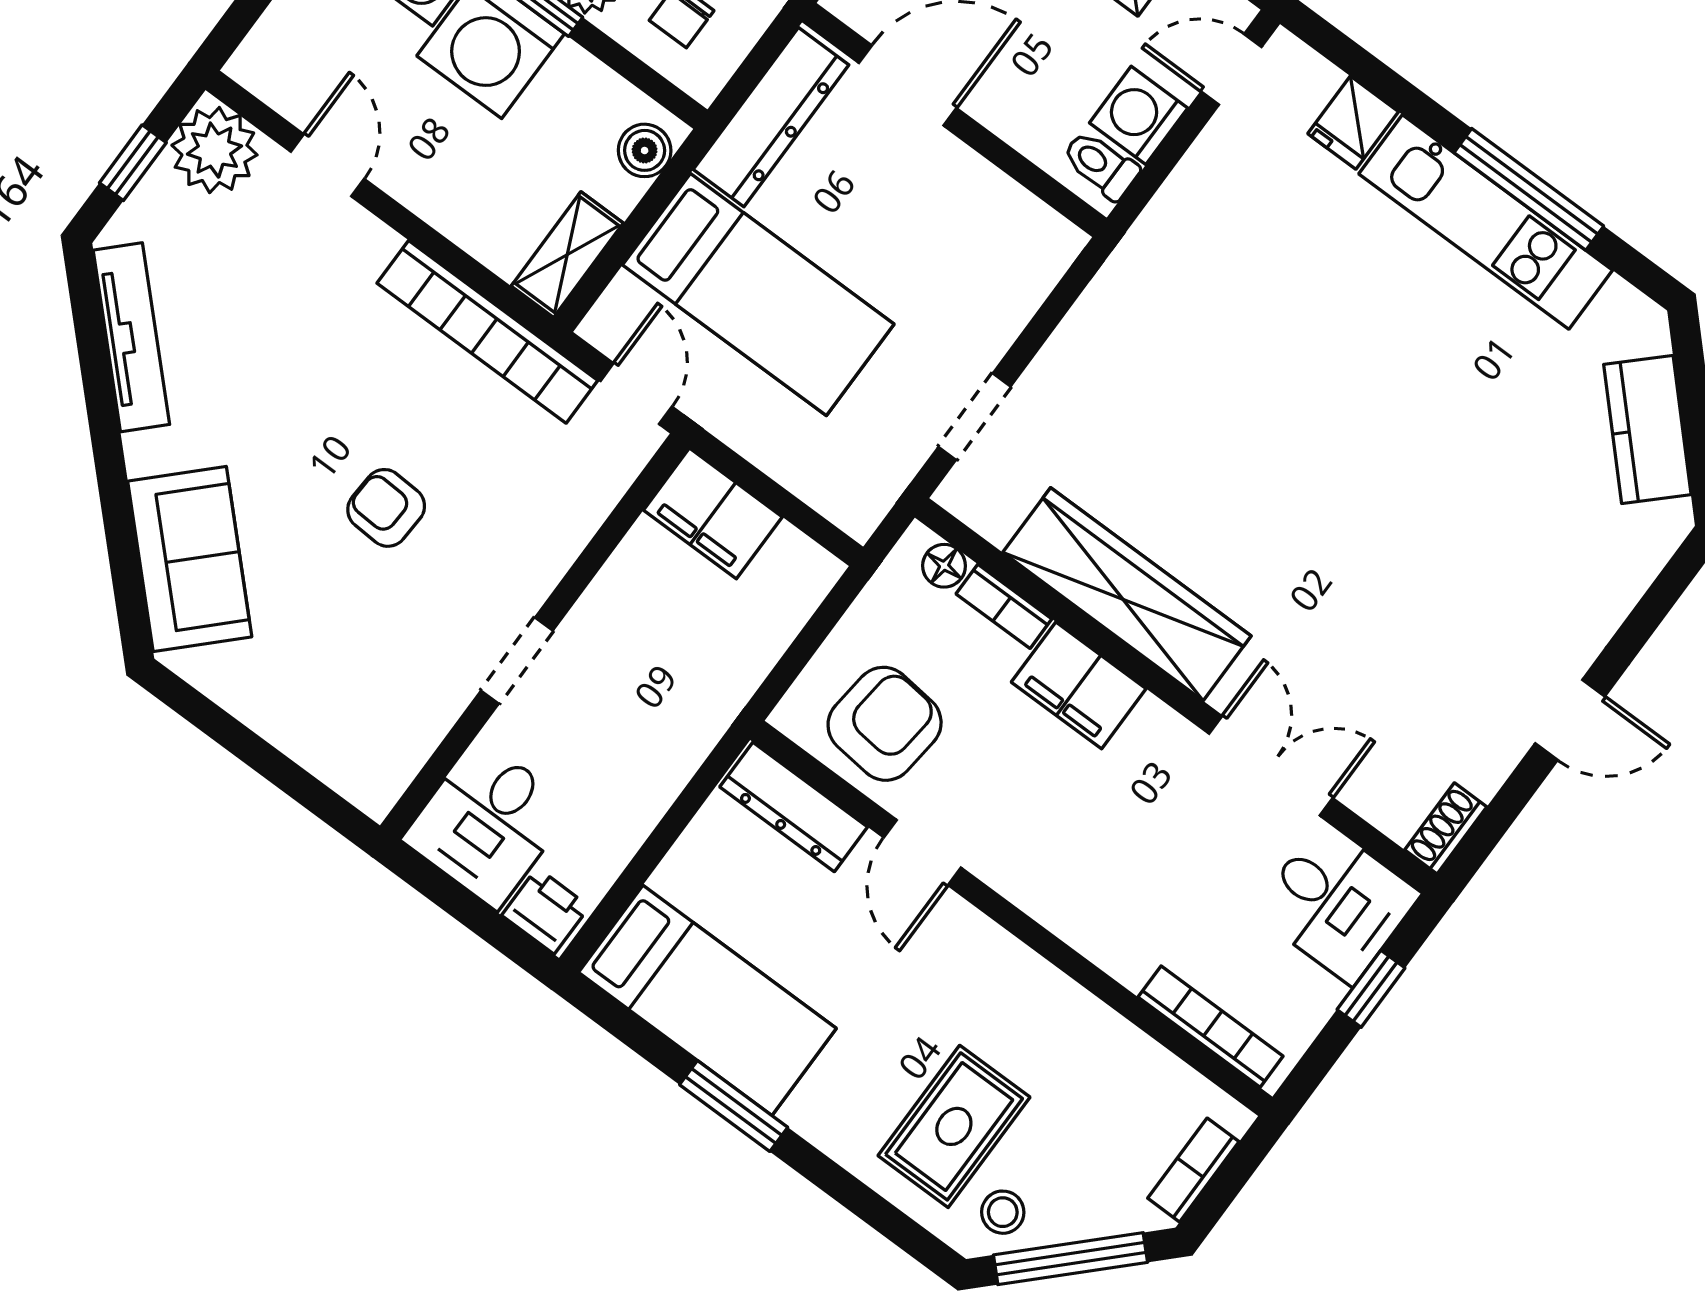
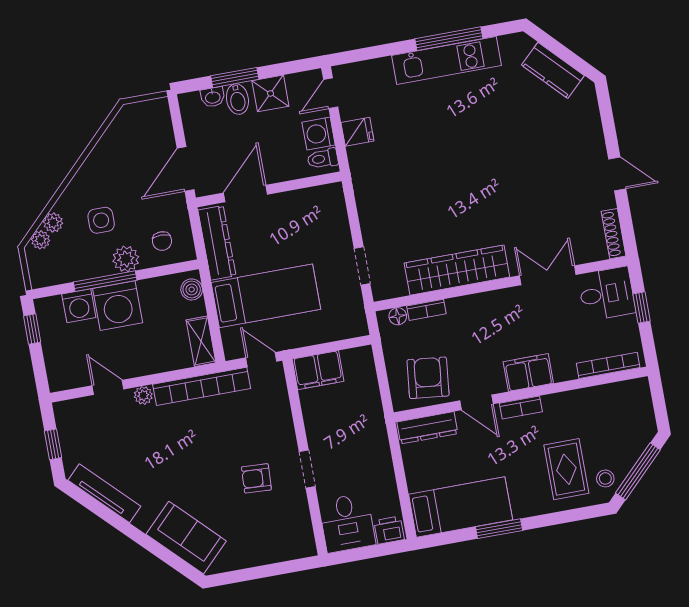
fridge: (1353, 123) -> (357, 132), moved, turned -90
plant: (214, 150) -> (143, 395), moved, width x0.53, depth x0.53
armchair: (386, 508) -> (256, 478), moved
filing cabinet: (1079, 685) -> (528, 373), moved, turned 180
door: (1570, 720) -> (617, 174), hinge flipped
shoe rack: (1446, 828) -> (614, 234), width x1.43
bookcase: (1193, 1170) -> (521, 408), moved, turned -90

